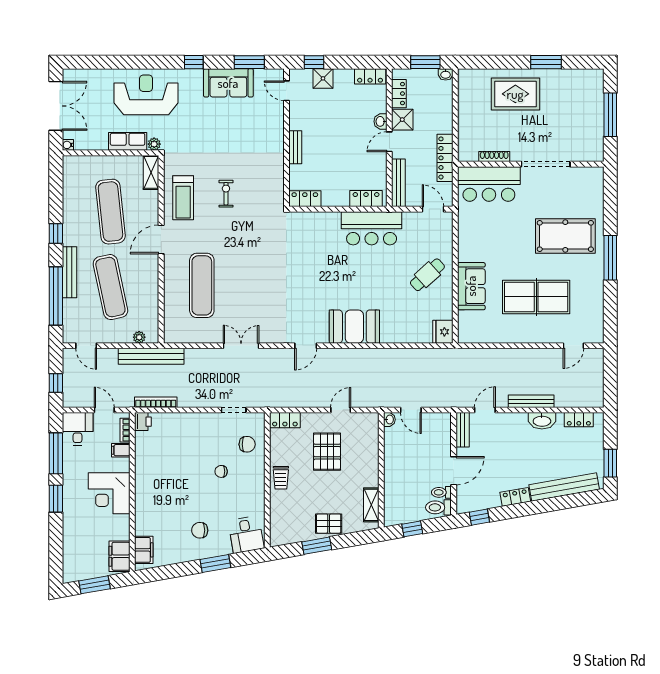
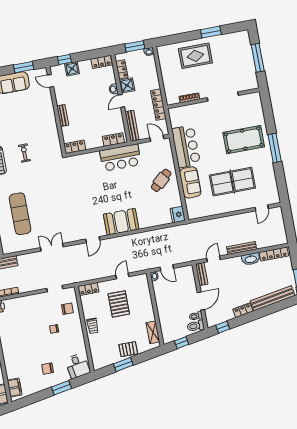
bar counter: (489, 184) -> (186, 146), moved, turned -90
locker: (579, 420) -> (274, 254), width x1.53

